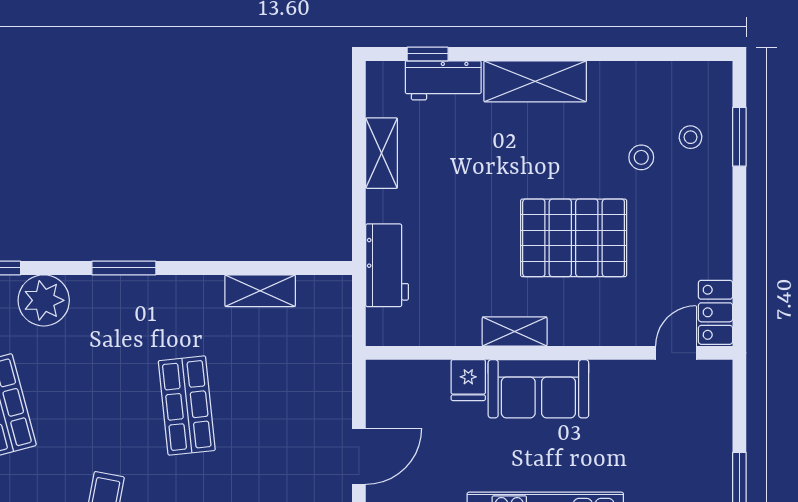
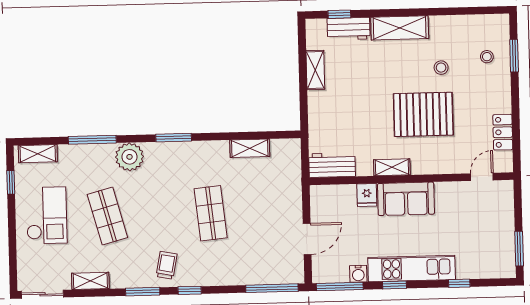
stool: (641, 157) -> (441, 68), moved
workbench: (387, 265) -> (332, 165), moved, turned -90
locker: (716, 312) -> (503, 132), moved

